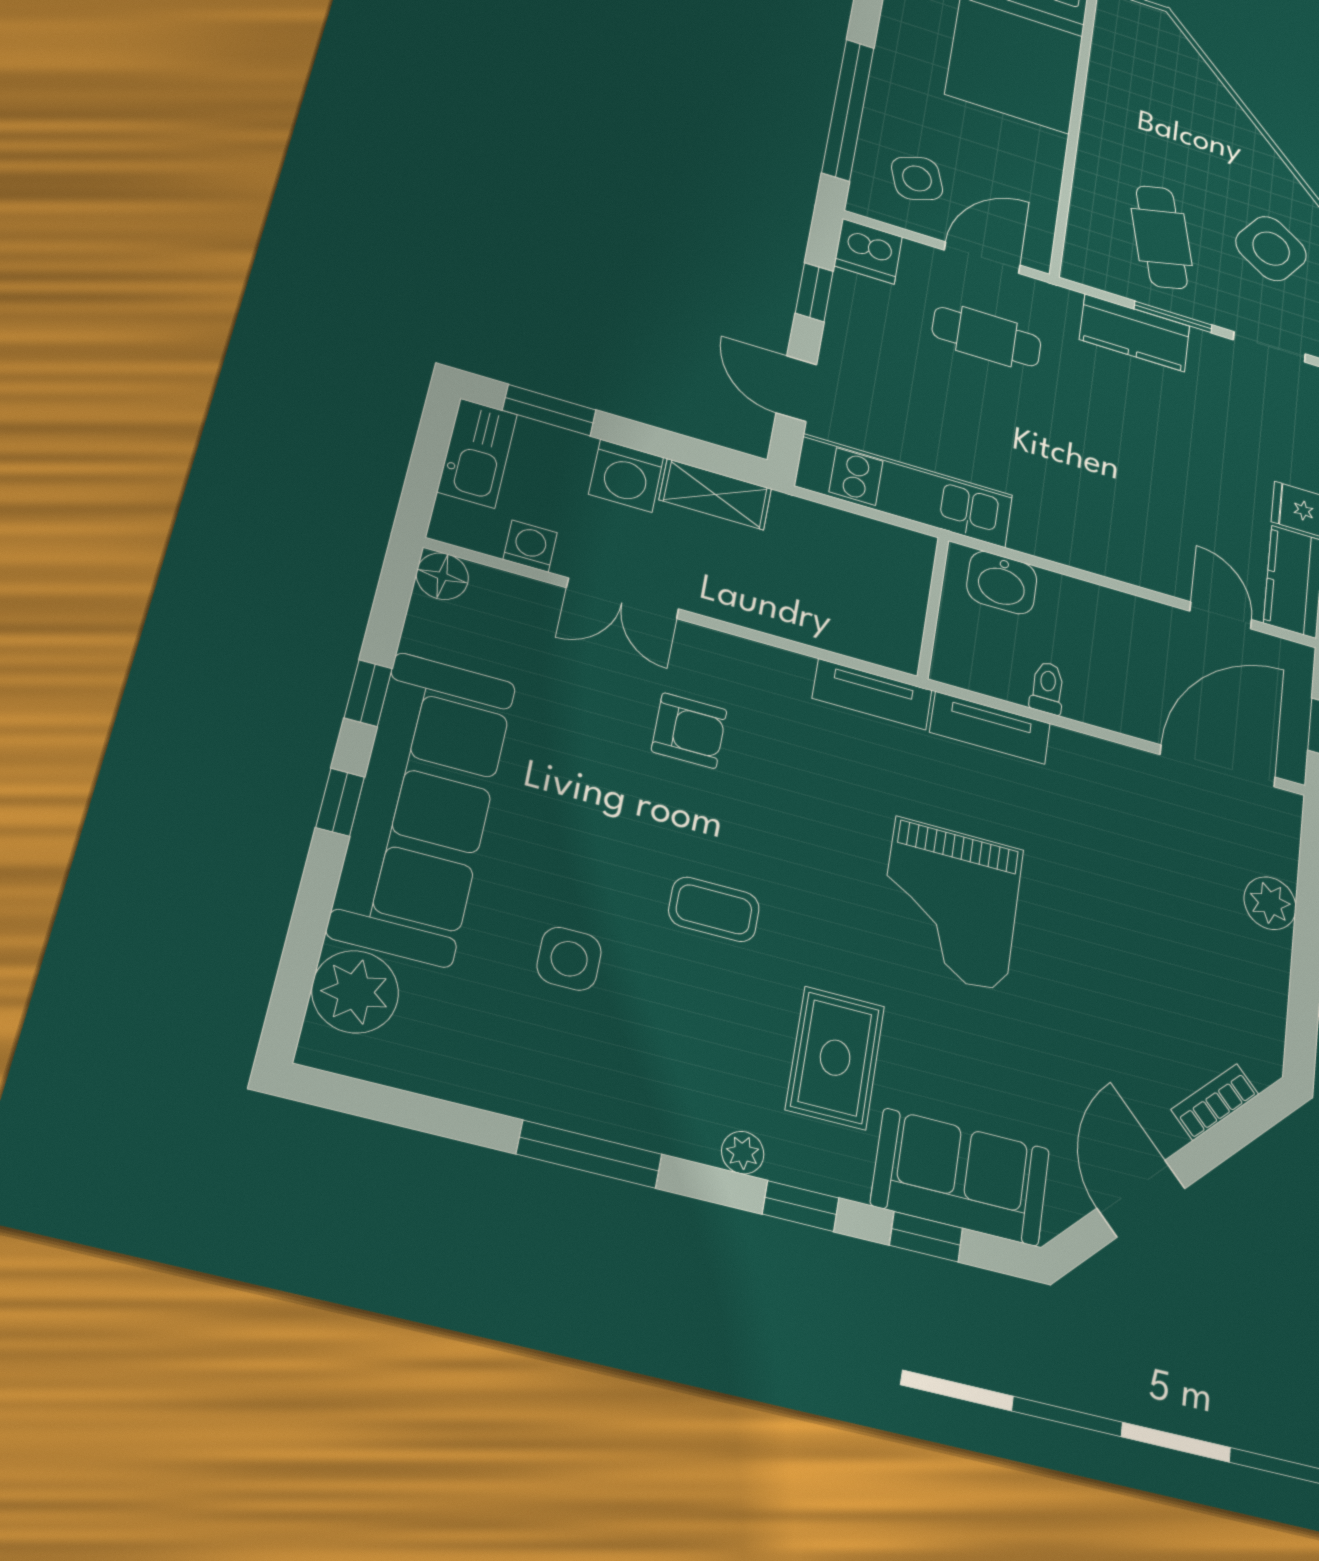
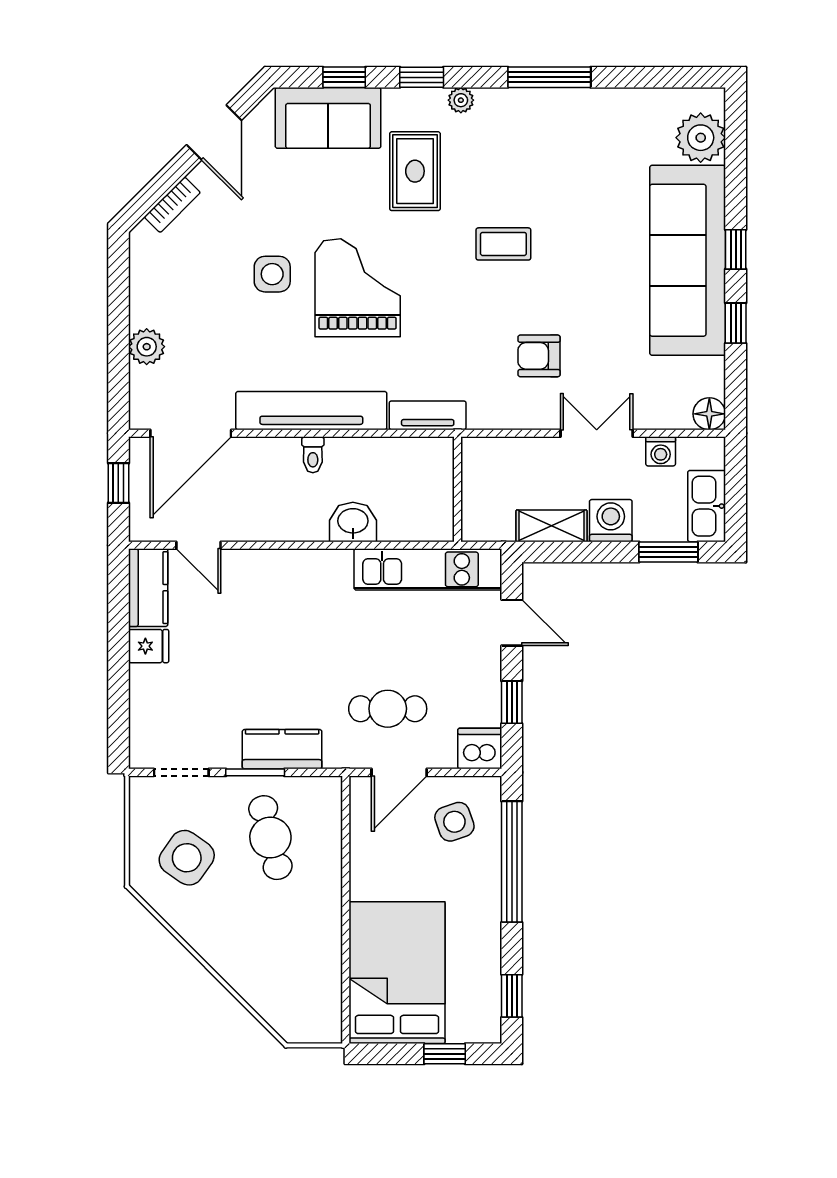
wall: (933, 608) -> (458, 489), moved
tv unit: (990, 728) -> (311, 411), width x1.92, depth x1.29
side table: (569, 959) -> (272, 274), moved

